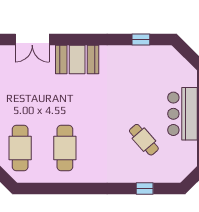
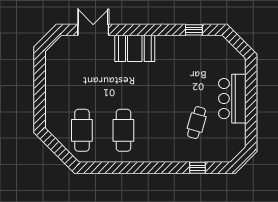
double door: (32, 39) -> (93, 30), swing flipped
cafe table: (144, 140) -> (197, 123), turned 57

